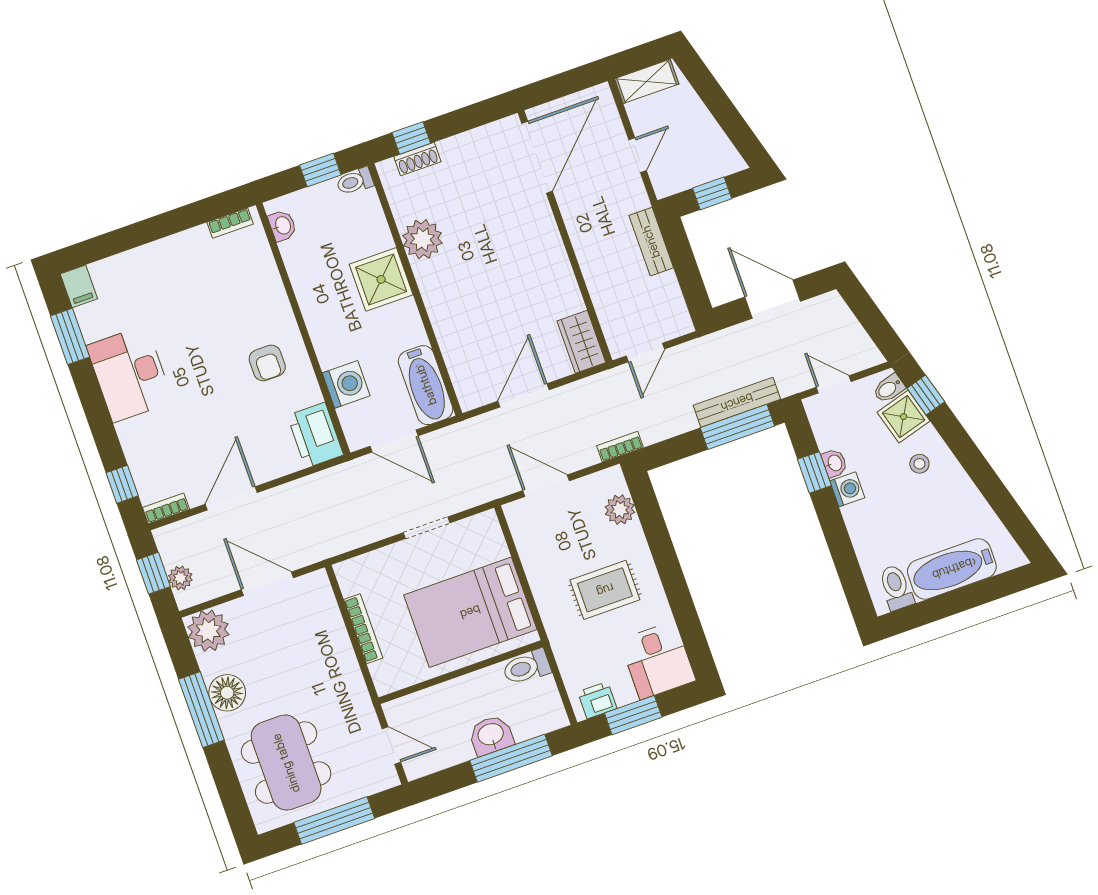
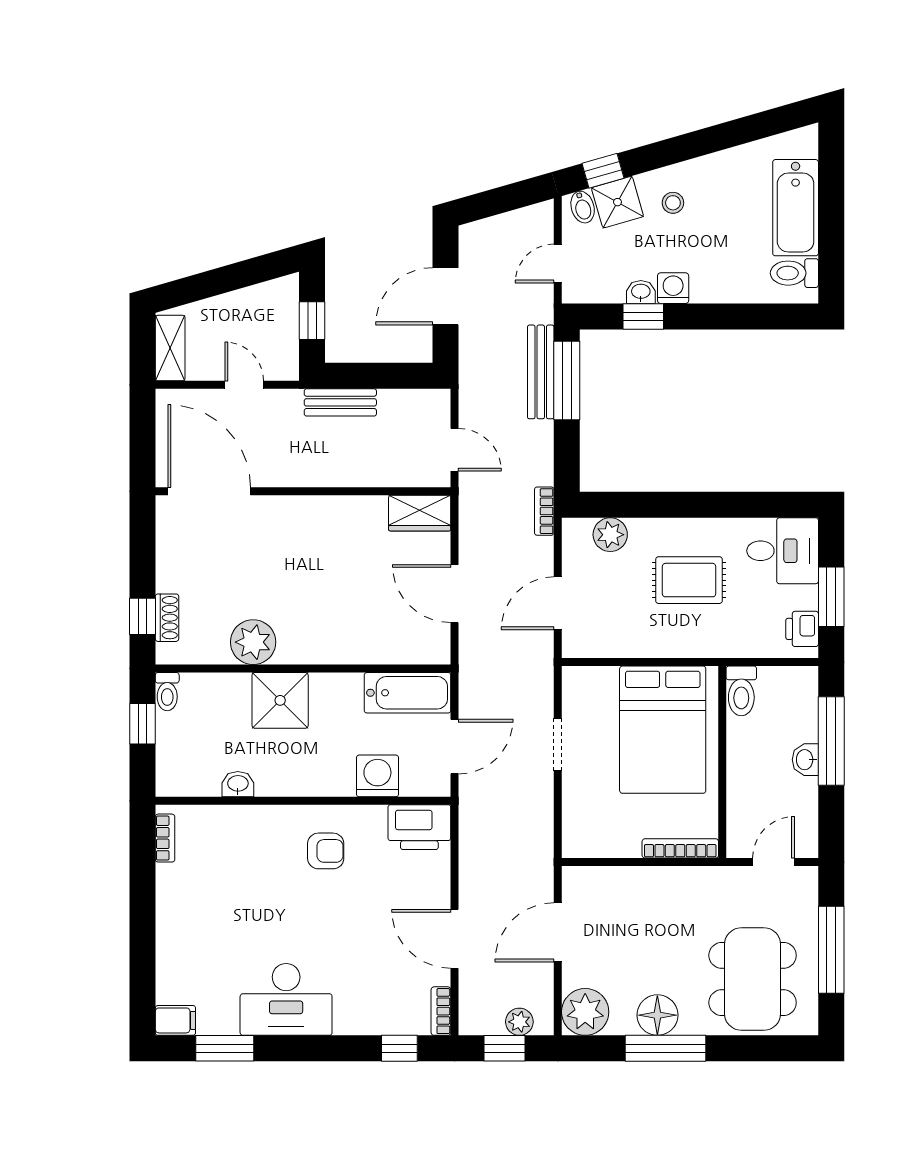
washbasin: (282, 226) -> (238, 784), moved
rug: (605, 590) -> (689, 580), turned 90
bookcase: (363, 629) -> (680, 848), moved
washbasin: (491, 735) -> (805, 760), width x0.72, depth x0.69
dining table: (286, 763) -> (753, 979), turned 90

